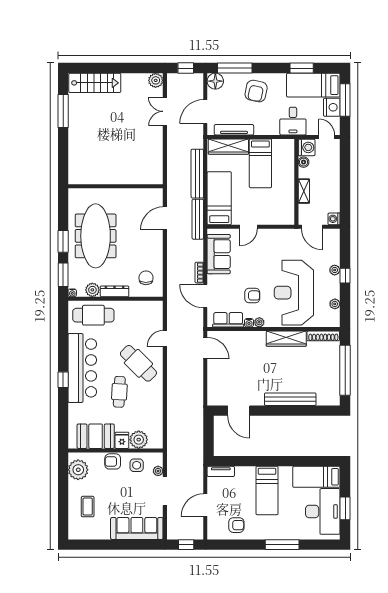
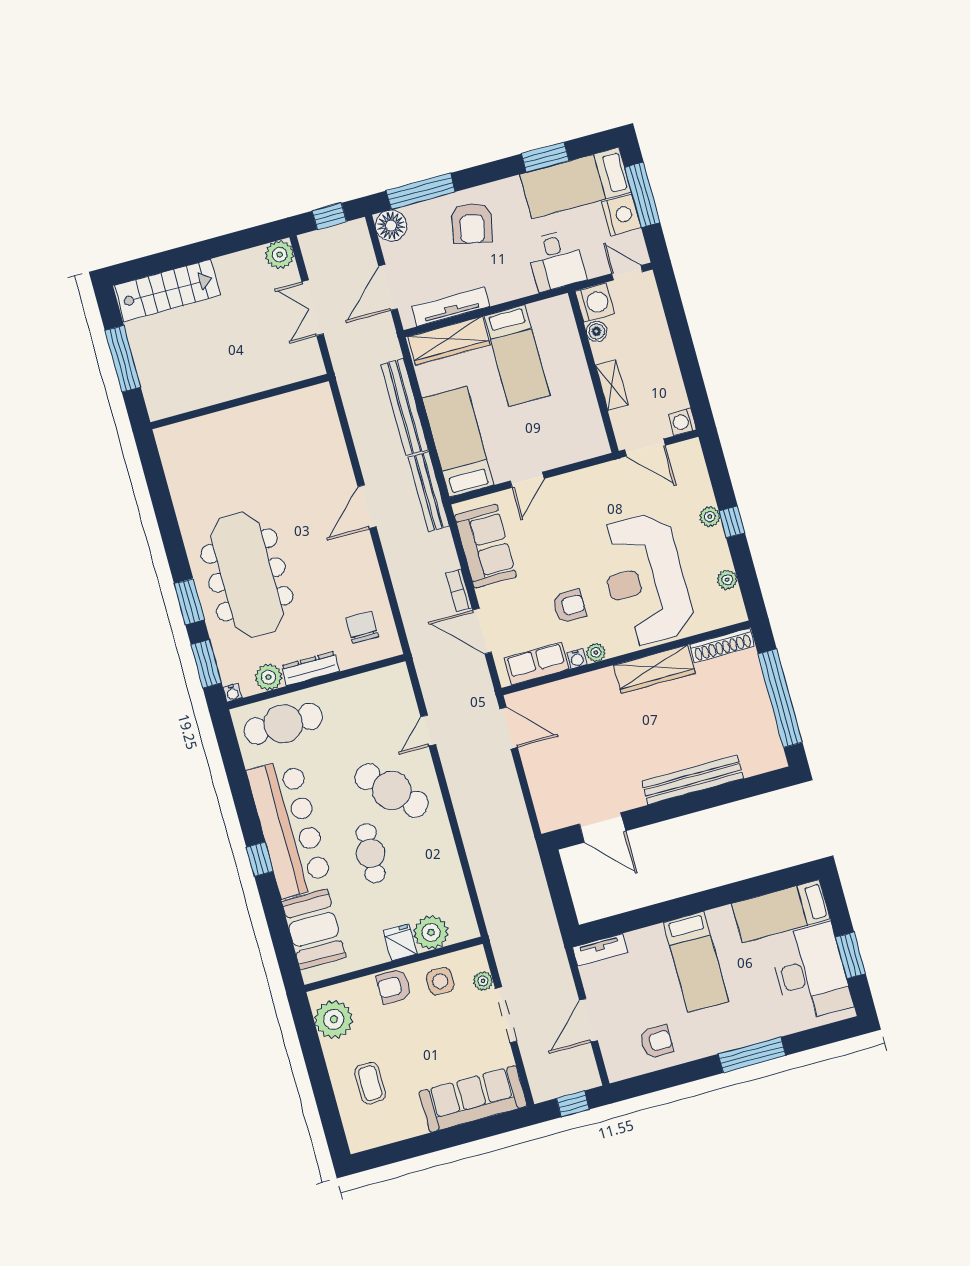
wall: (116, 186) -> (240, 402), moved
booth: (96, 436) -> (314, 929), moved, turned 90

